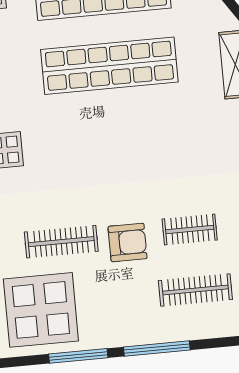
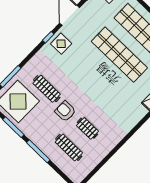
armchair: (128, 242) -> (65, 111), turned 180

